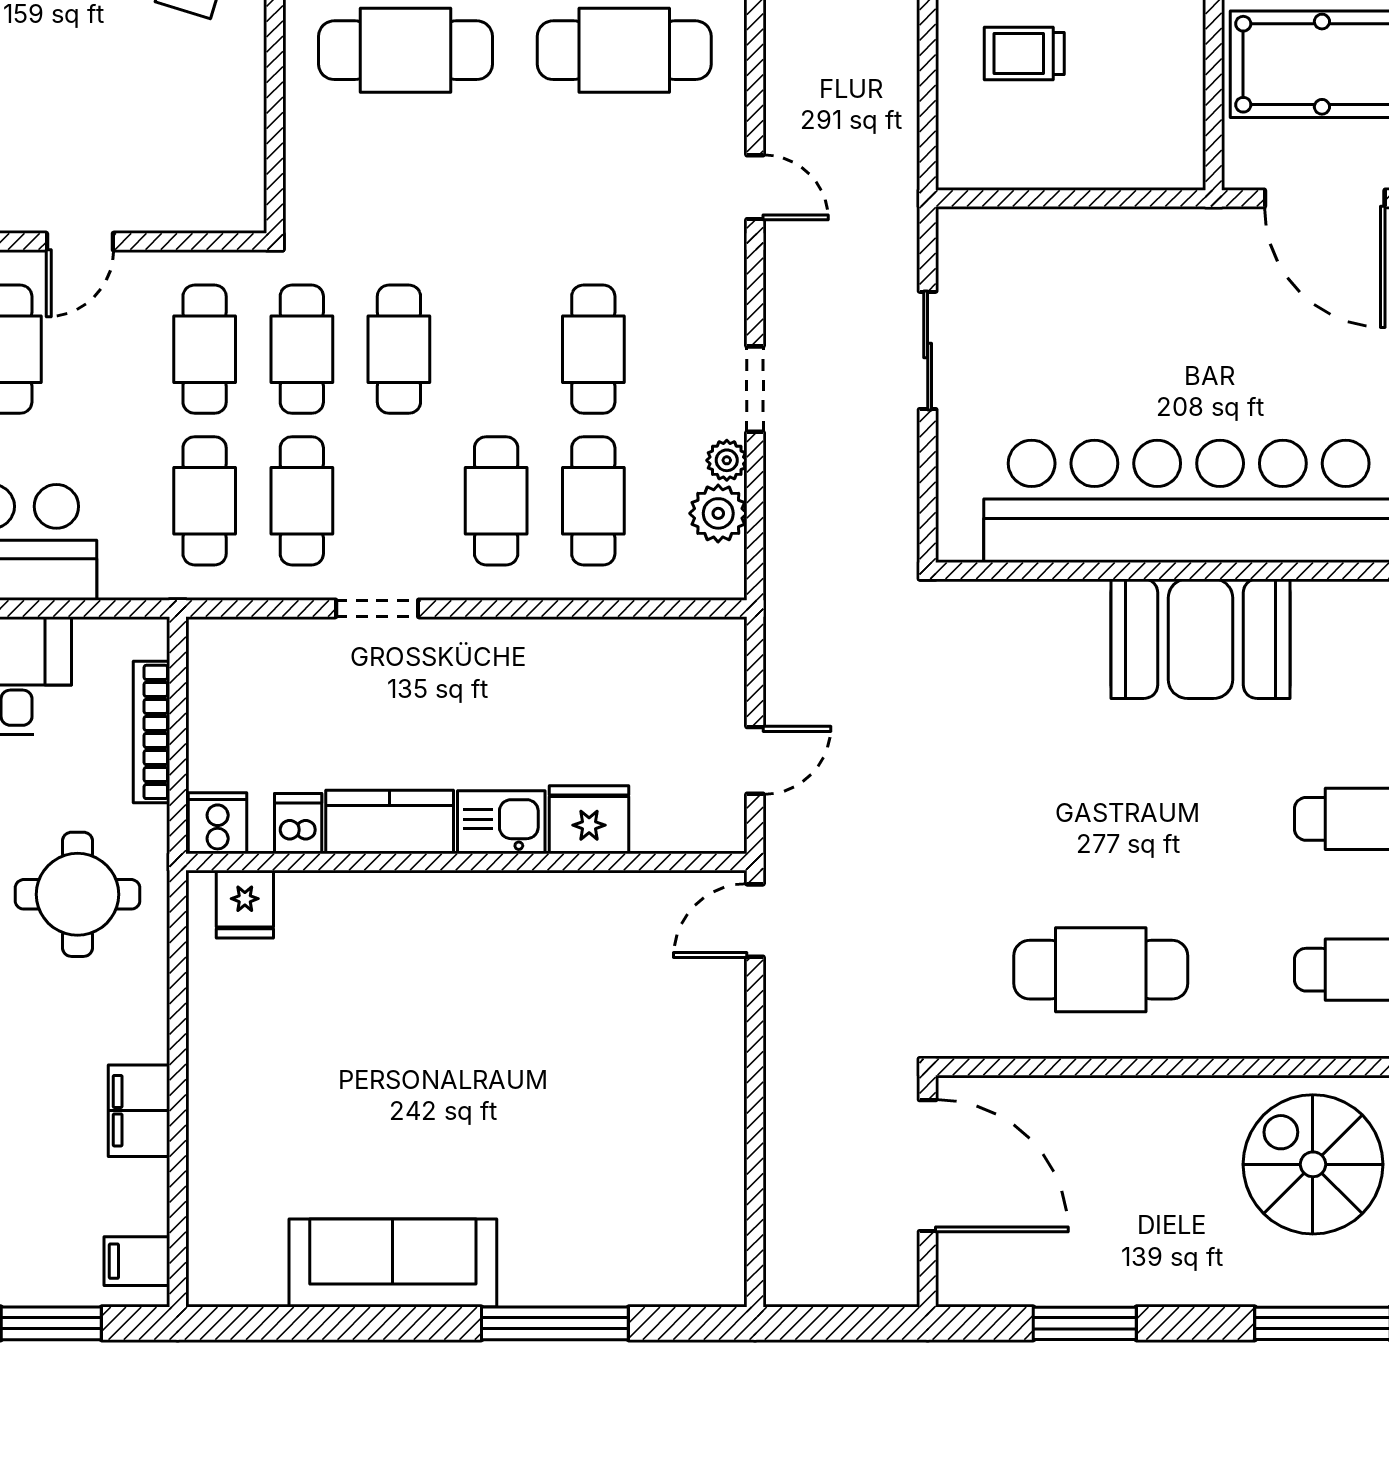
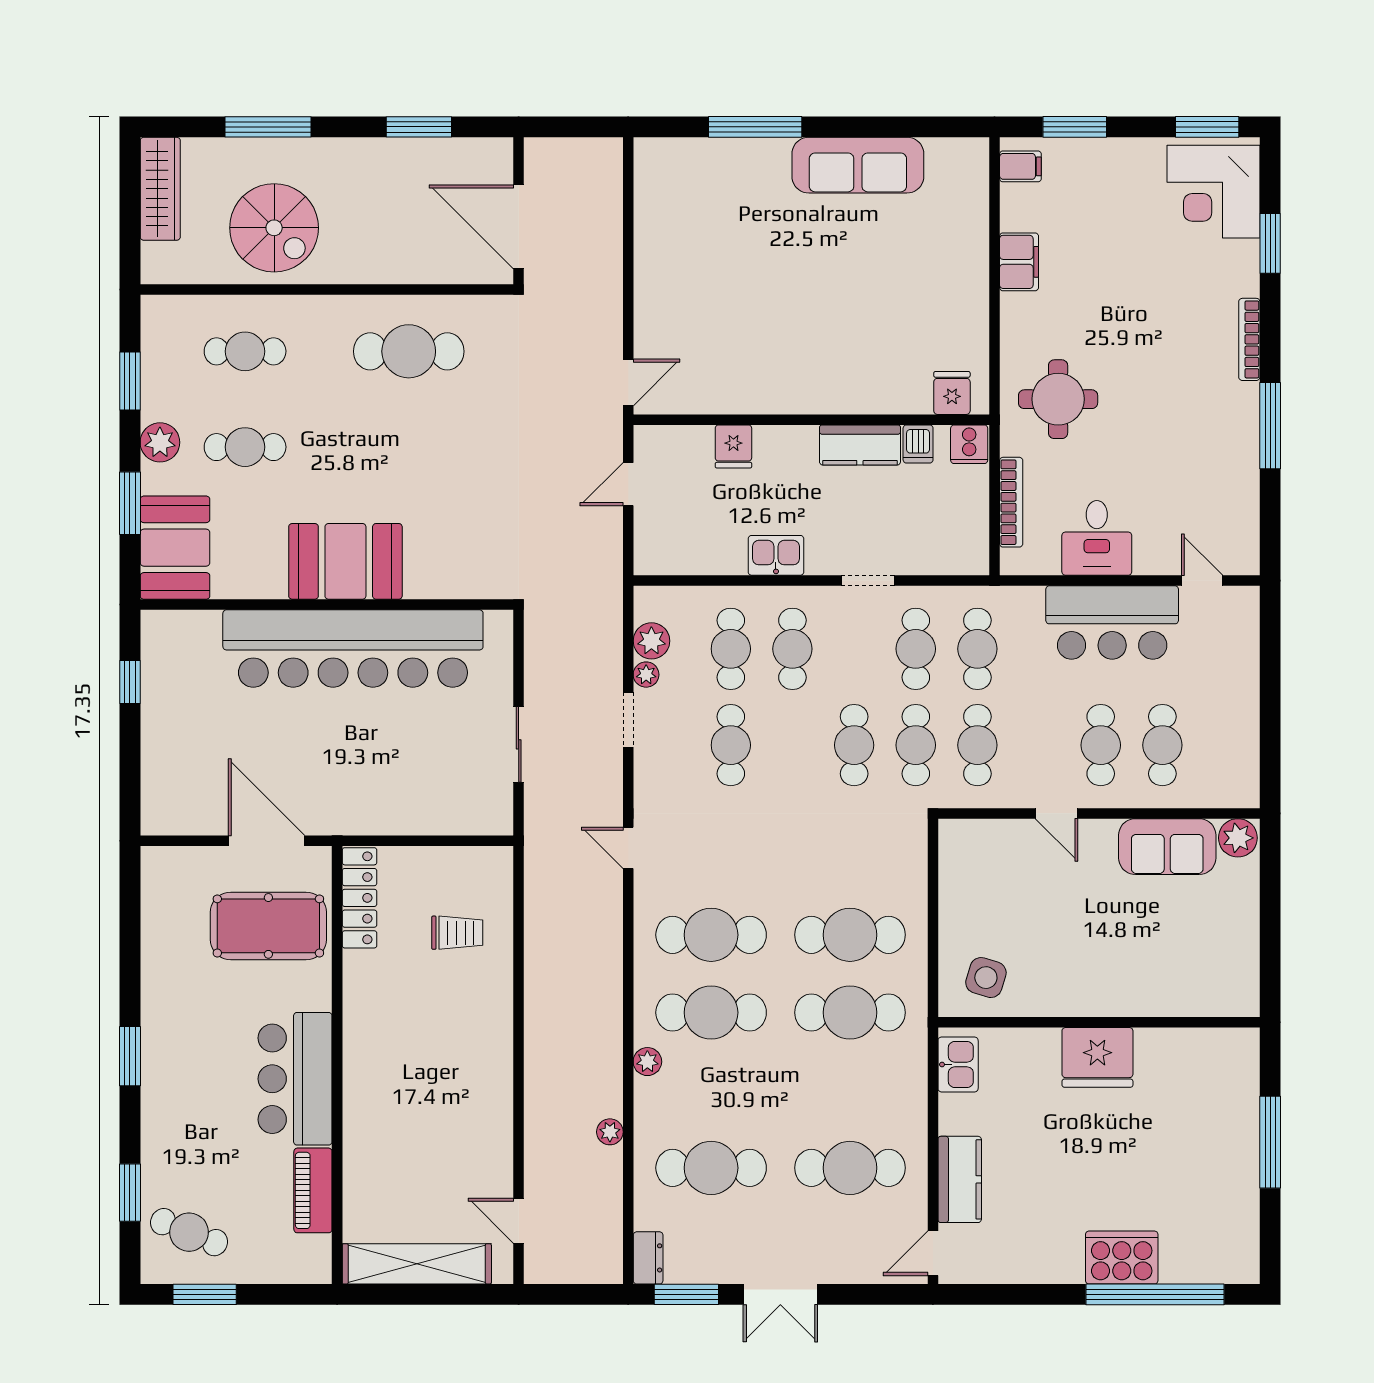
locker: (1178, 108) -> (359, 898), added
door: (80, 242) -> (1057, 813), swing flipped
fridge: (589, 820) -> (733, 446), width x0.72
kitchen sink: (501, 822) -> (776, 555), moved, turned 180

